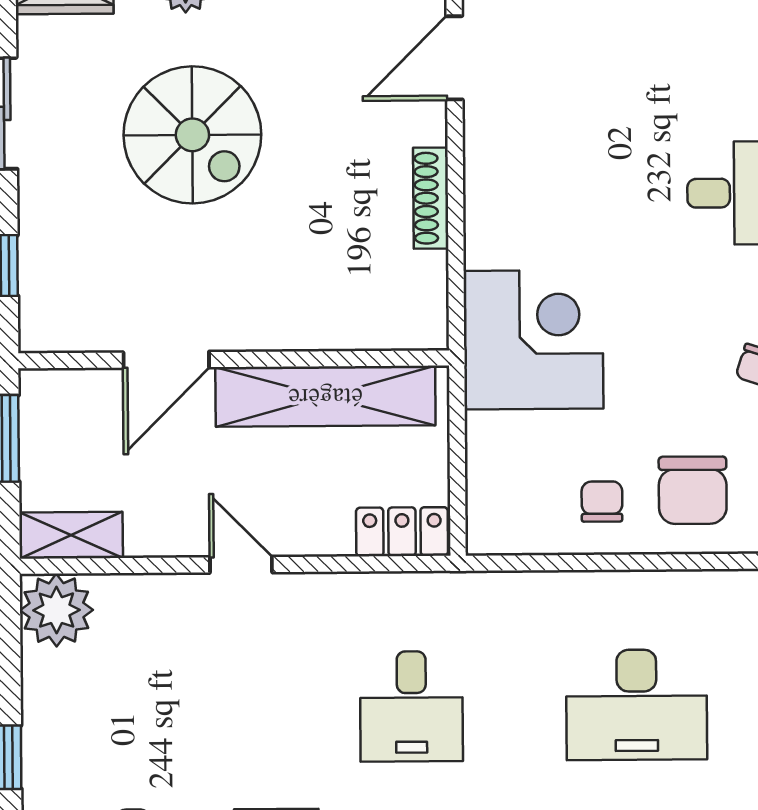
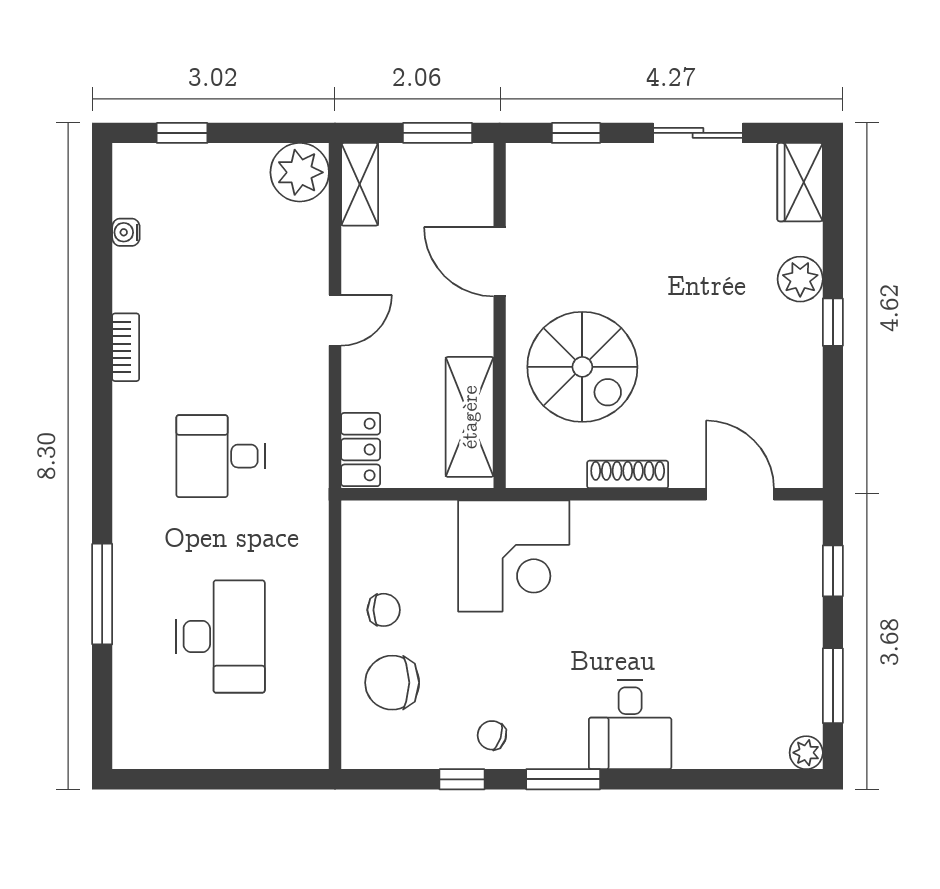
spiral stairs: (192, 135) -> (582, 367), moved, turned -90
shelving: (325, 396) -> (470, 417), width x0.68
desk: (637, 705) -> (221, 637), turned 180

